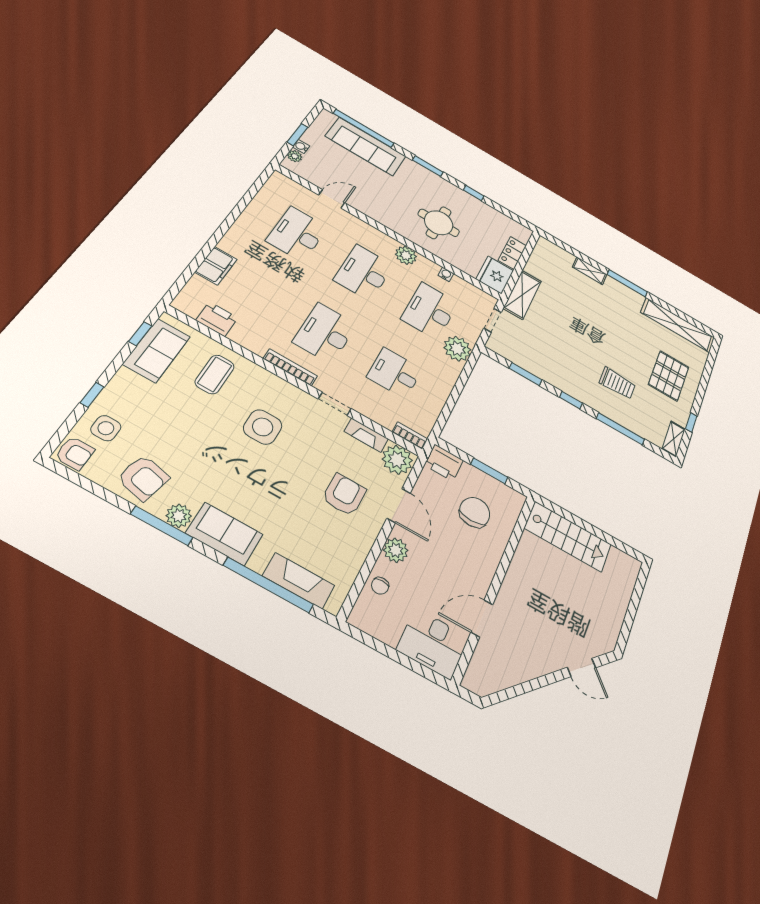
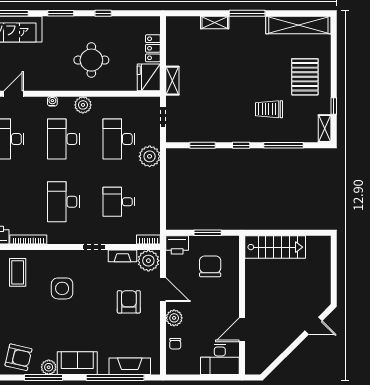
water cooler: (446, 274) -> (52, 101), moved
shelving: (522, 295) -> (172, 81), width x0.67, depth x0.75
bookcase: (290, 367) -> (28, 240), moved
trolley: (617, 383) -> (269, 109), turned 180

